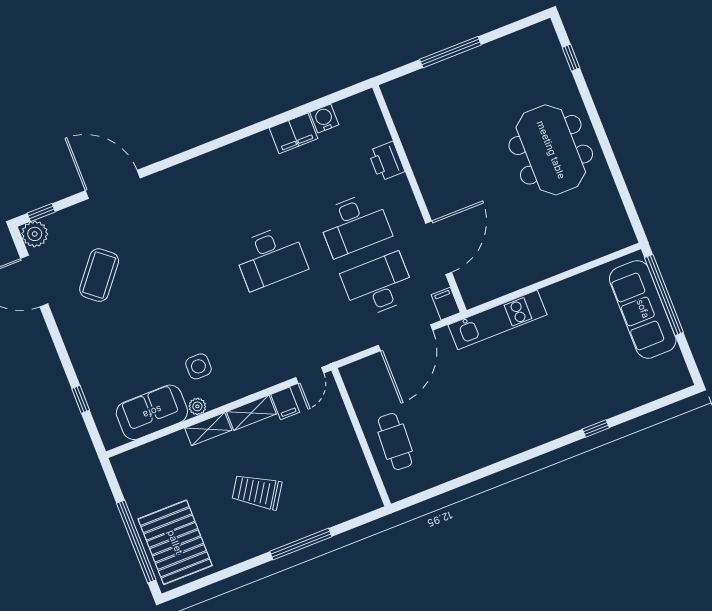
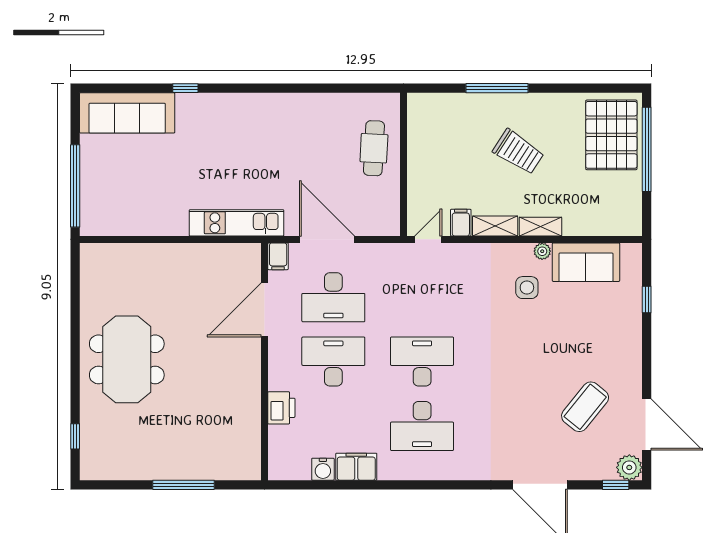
desk: (246, 196) -> (422, 426), added
sofa: (643, 309) -> (127, 113), moved, turned 90
door: (406, 338) -> (327, 239), hinge flipped

